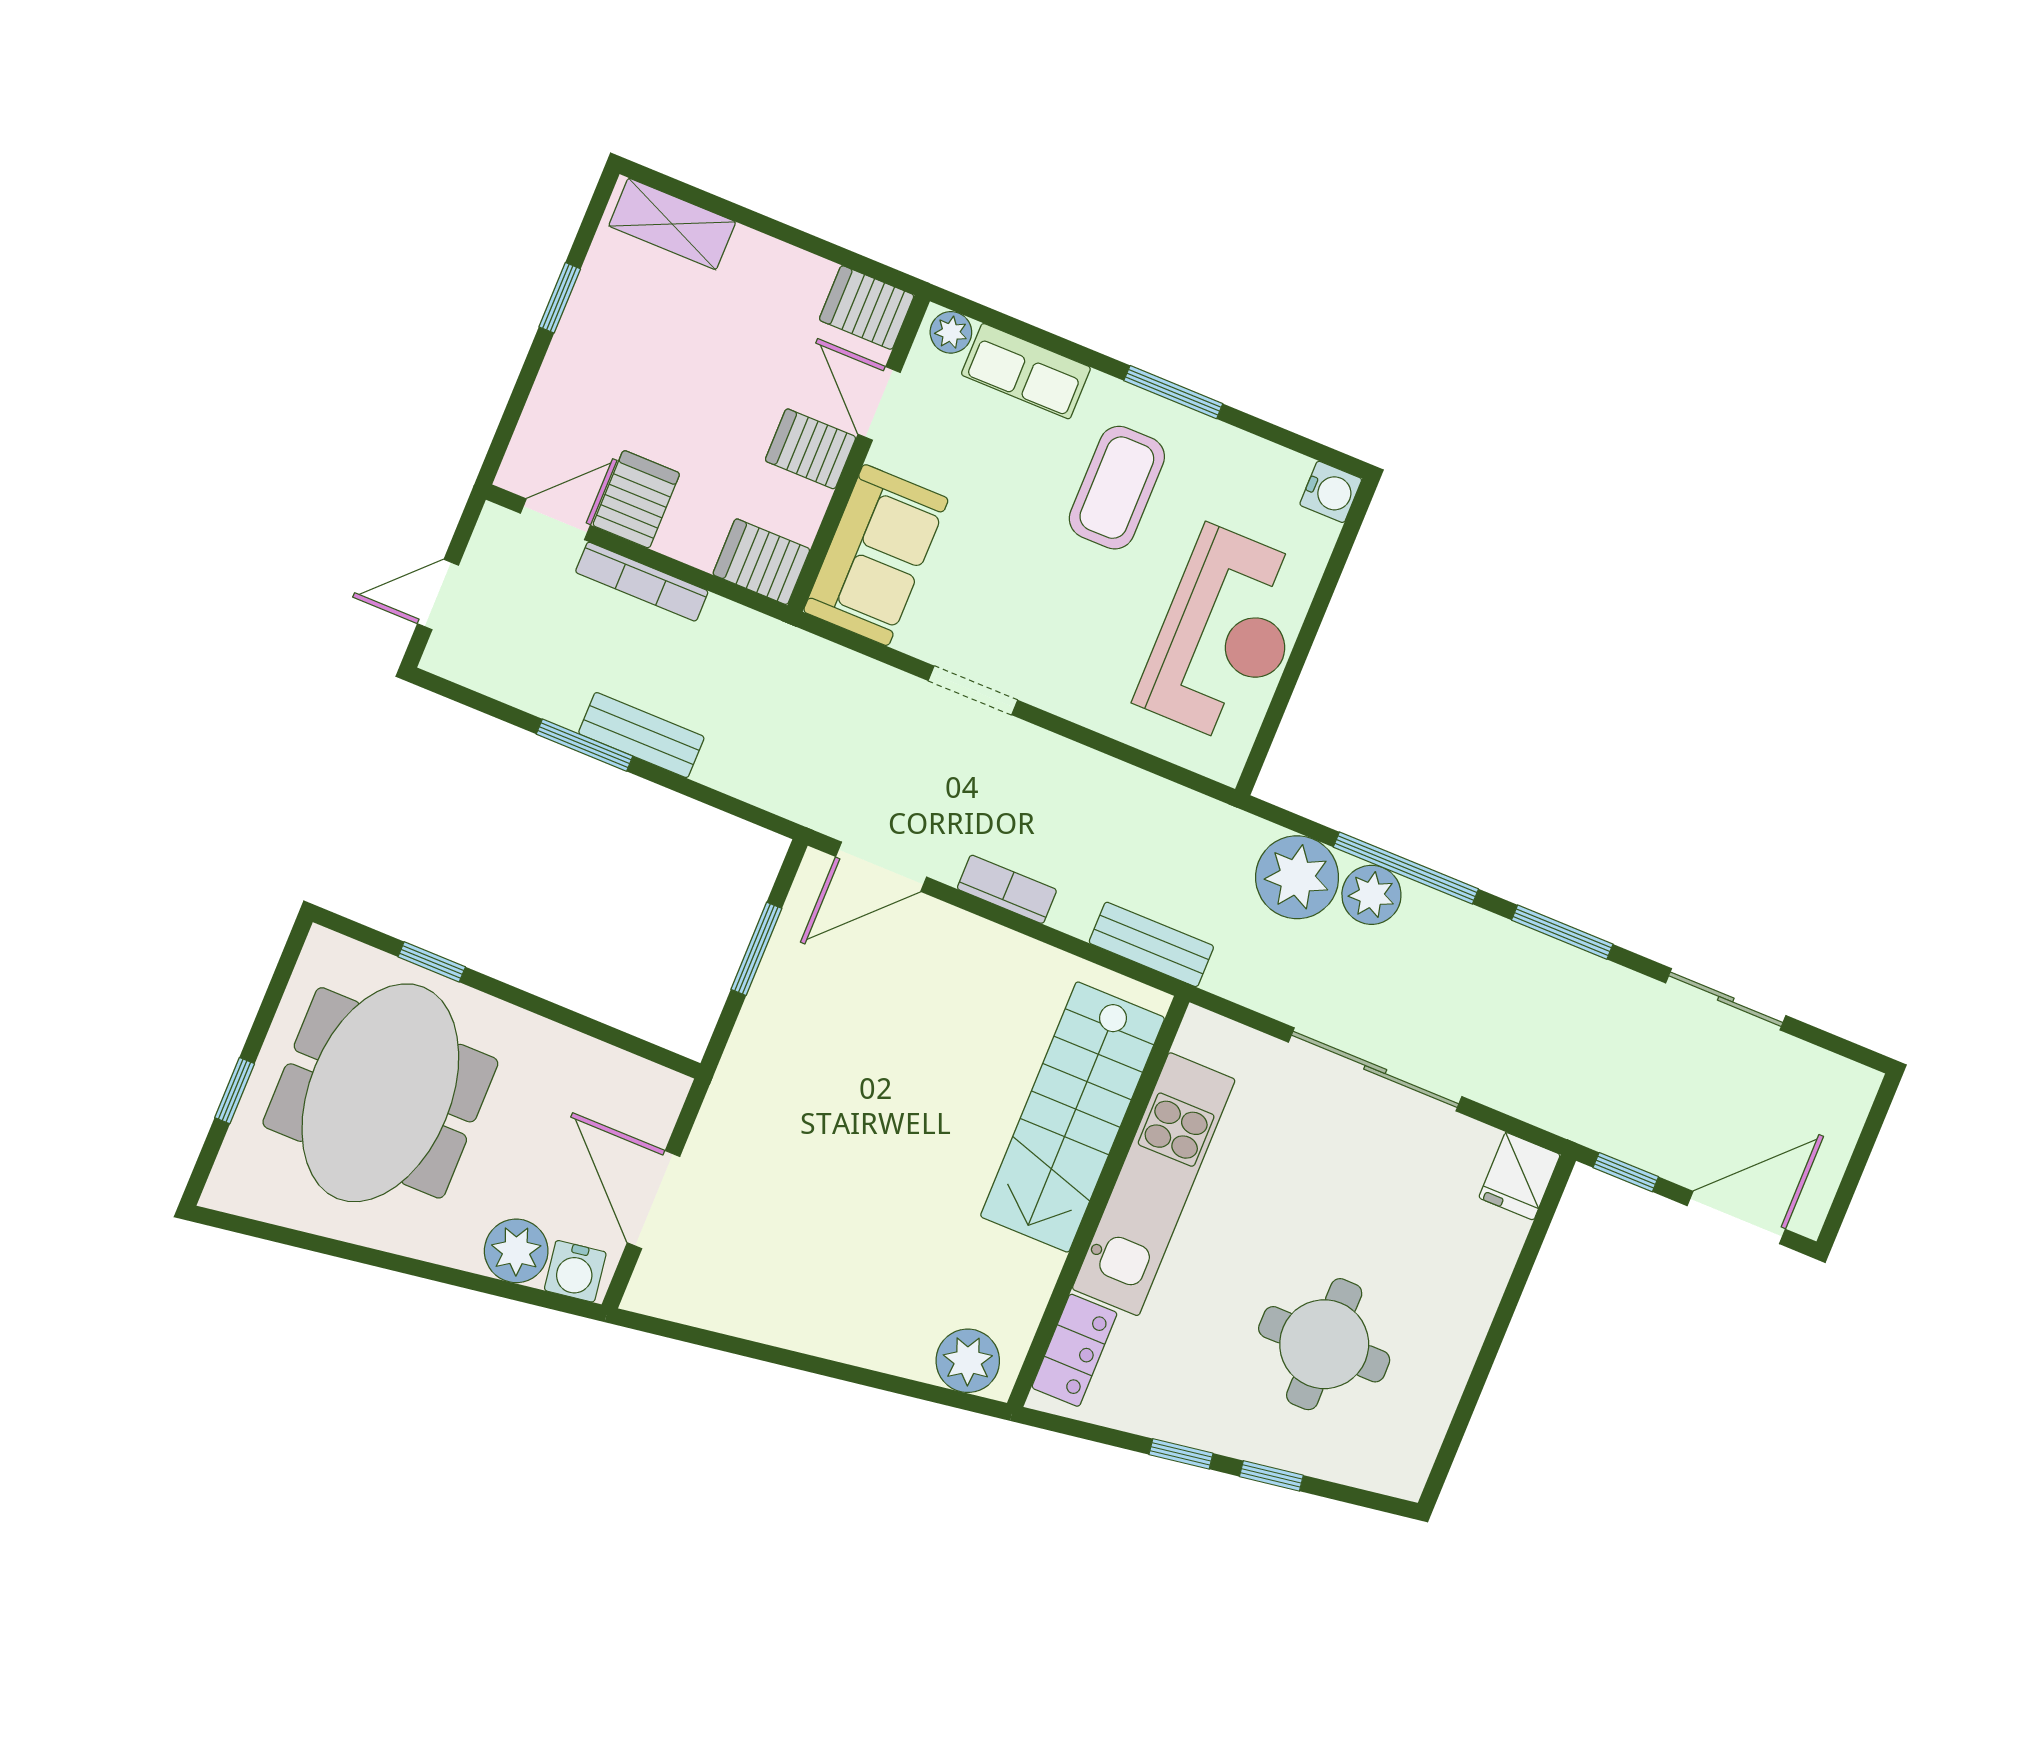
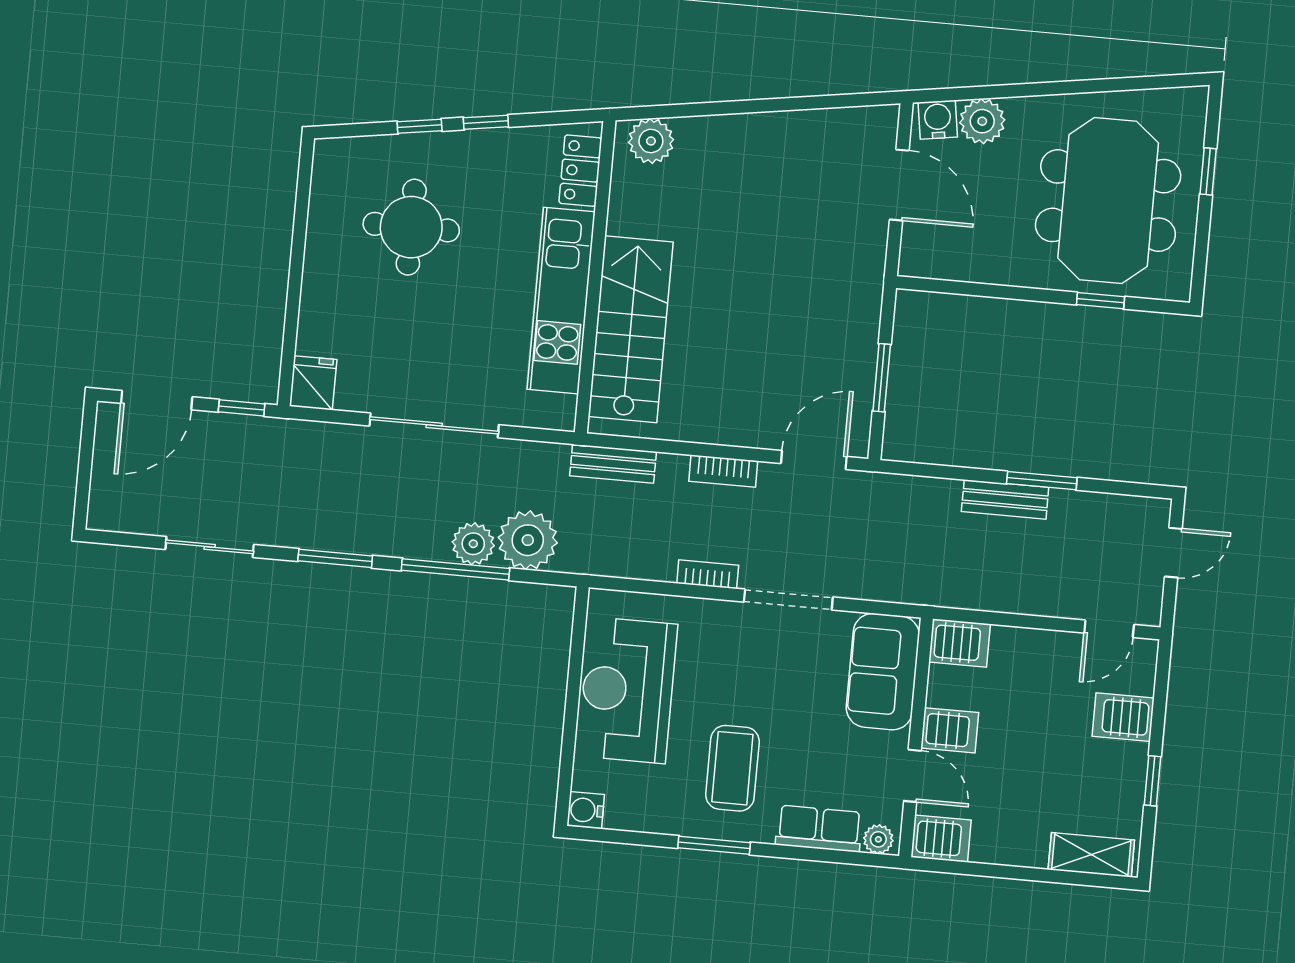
server rack: (636, 499) -> (1123, 717), moved, turned 90
bookcase: (642, 582) -> (708, 574), moved, width x0.64
doorway: (973, 690) -> (788, 600), width x1.38

